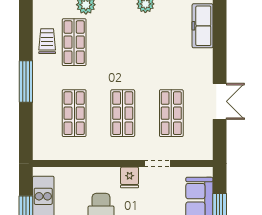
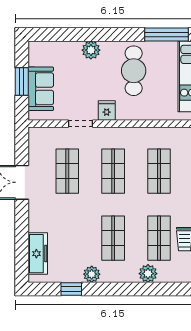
shop shelf: (123, 42) -> (113, 238), added

